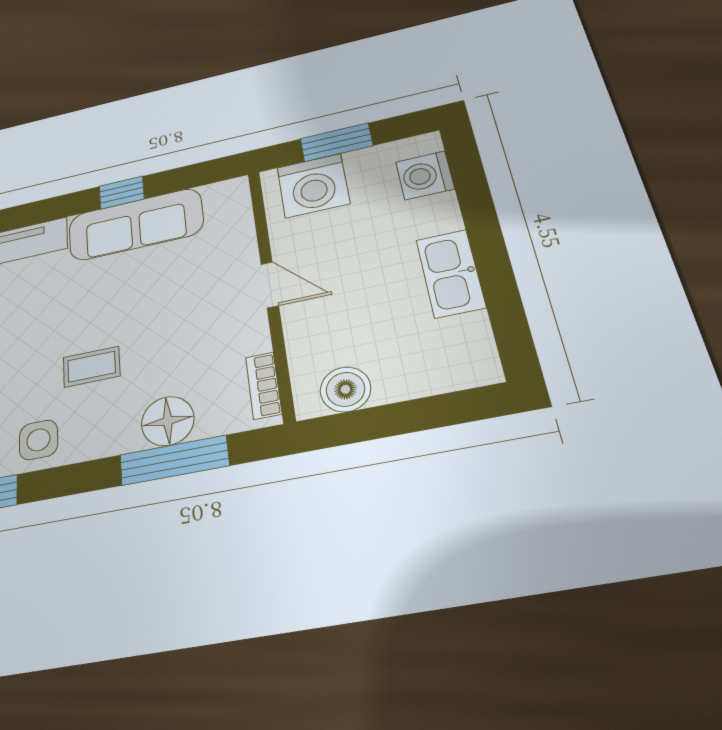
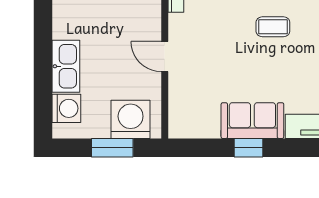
sofa: (135, 224) -> (252, 121), width x0.73
kitchen sink: (451, 273) -> (66, 66), moved

